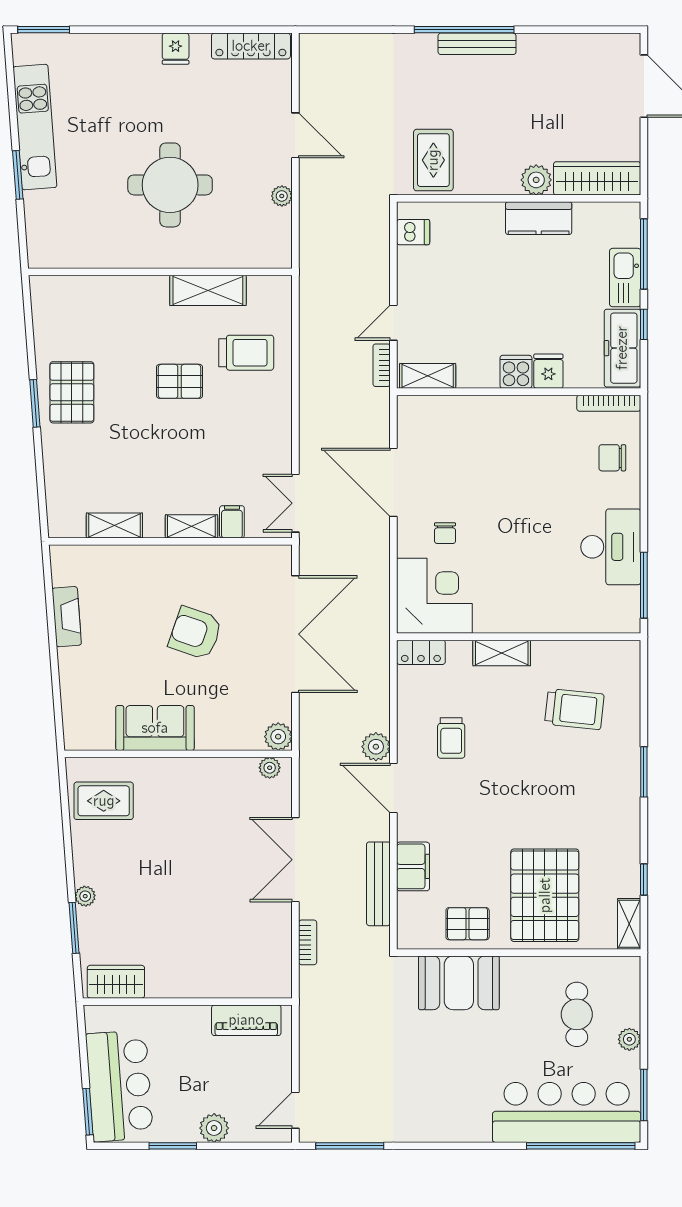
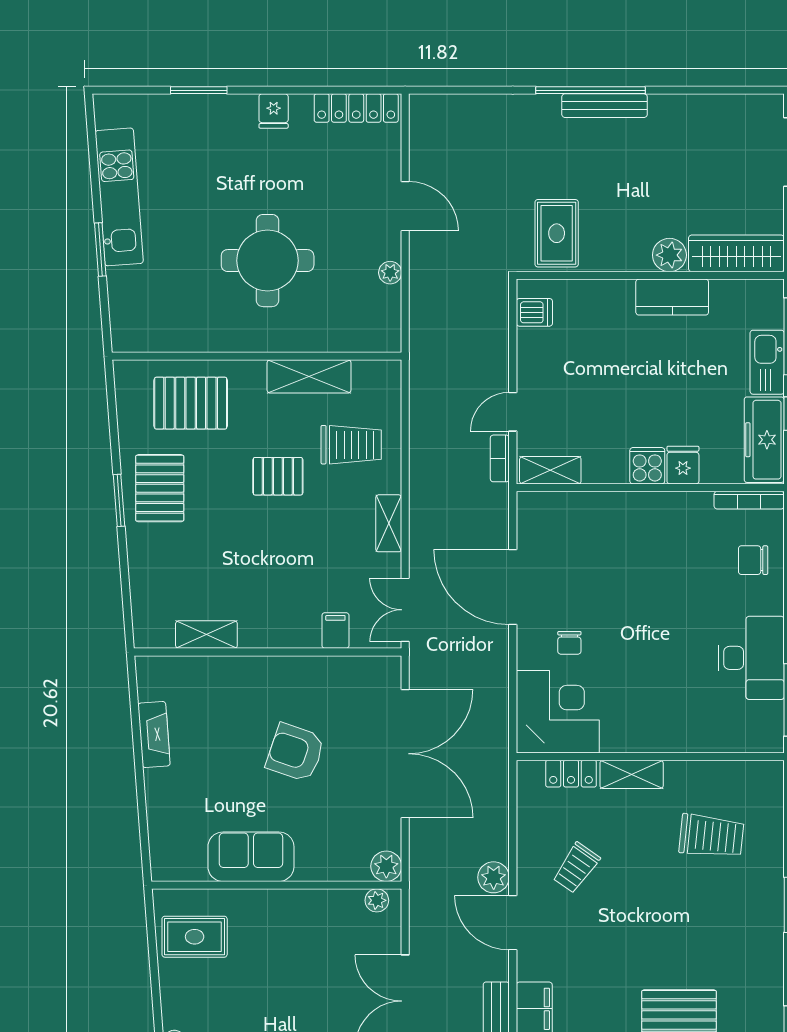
window: (44, 30) -> (199, 90), moved
pallet: (100, 315) -> (191, 403), added
shelving: (191, 526) -> (389, 523), moved, turned 90
locker: (421, 652) -> (571, 774), moved
trolley: (451, 738) -> (576, 868), turned 35

